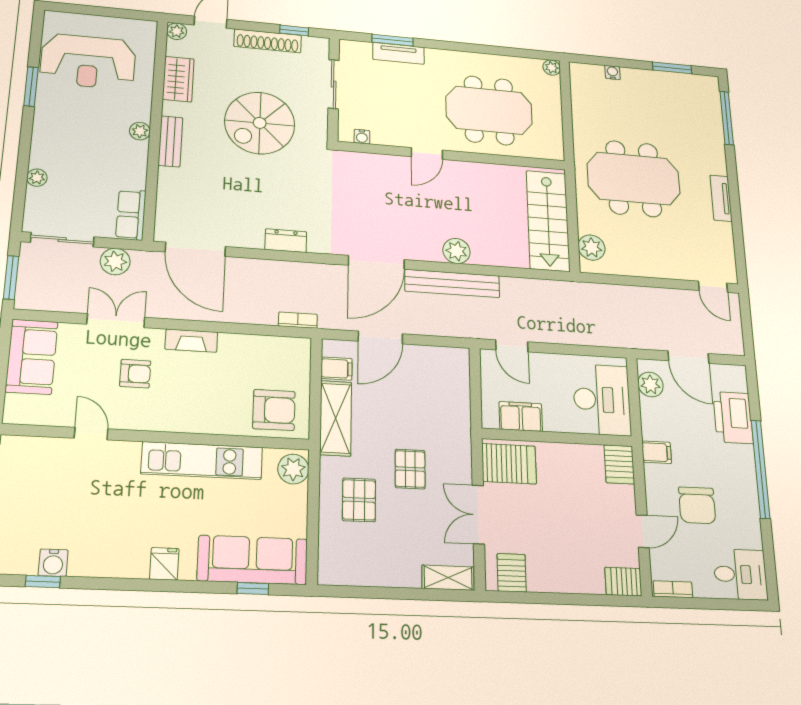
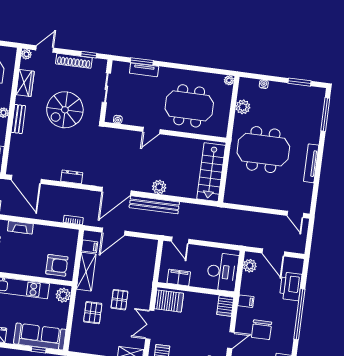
tv unit: (721, 198) -> (311, 163), width x1.41
plant: (592, 248) -> (243, 107), moved

